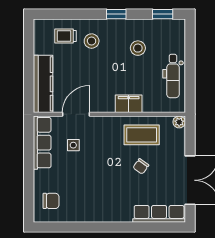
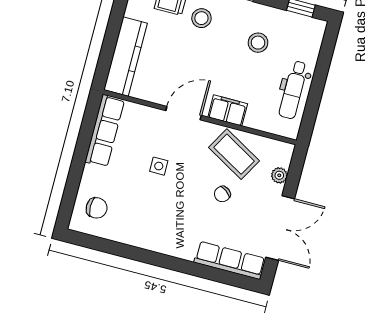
door: (76, 114) -> (184, 113), moved
plant: (179, 122) -> (279, 175), moved
coffee table: (142, 135) -> (234, 154), turned 30
side table: (73, 145) -> (159, 166), moved

